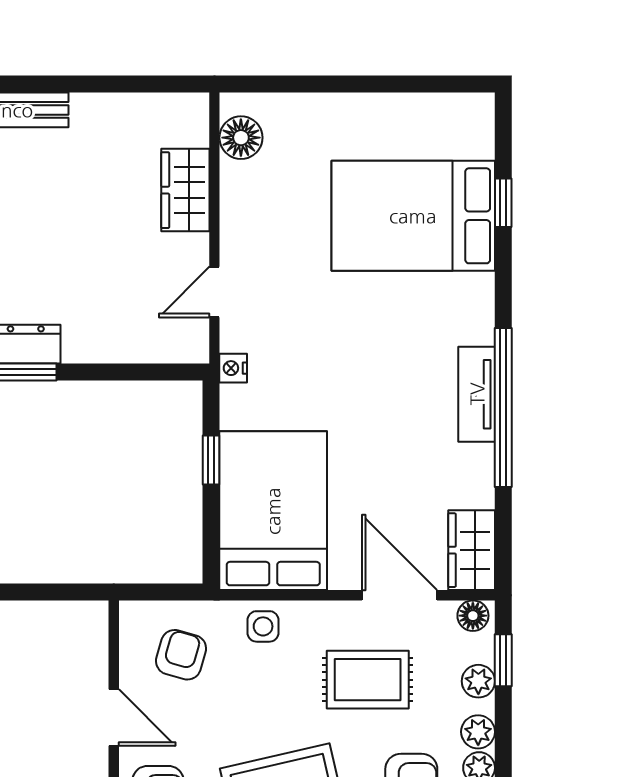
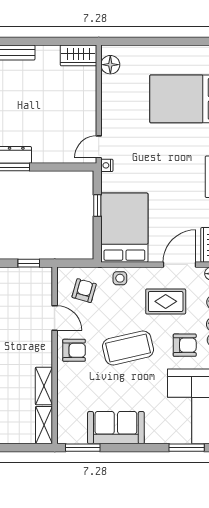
wardrobe: (185, 190) -> (78, 55), moved, turned -90
door: (214, 292) -> (99, 147), moved
window: (54, 592) -> (29, 263), added
door: (399, 595) -> (180, 265), hinge flipped

